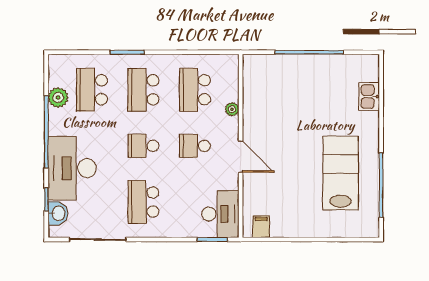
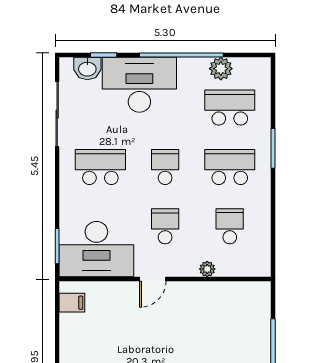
school desk: (195, 90) -> (230, 226), width x0.54
door: (241, 157) -> (153, 279), width x0.73
desk: (220, 214) -> (96, 249), width x1.36, depth x1.30

